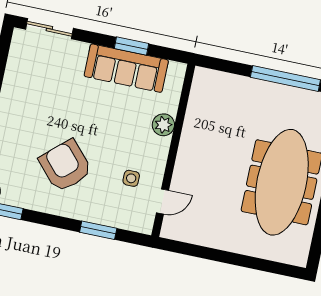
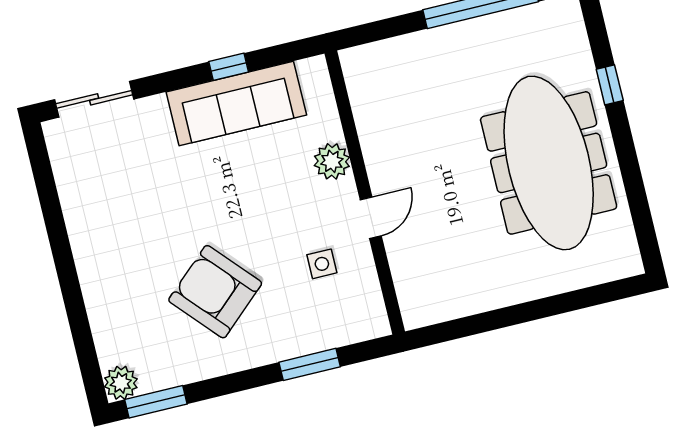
window: (131, 46) -> (229, 67), width x0.67
door: (162, 202) -> (371, 218), moved

